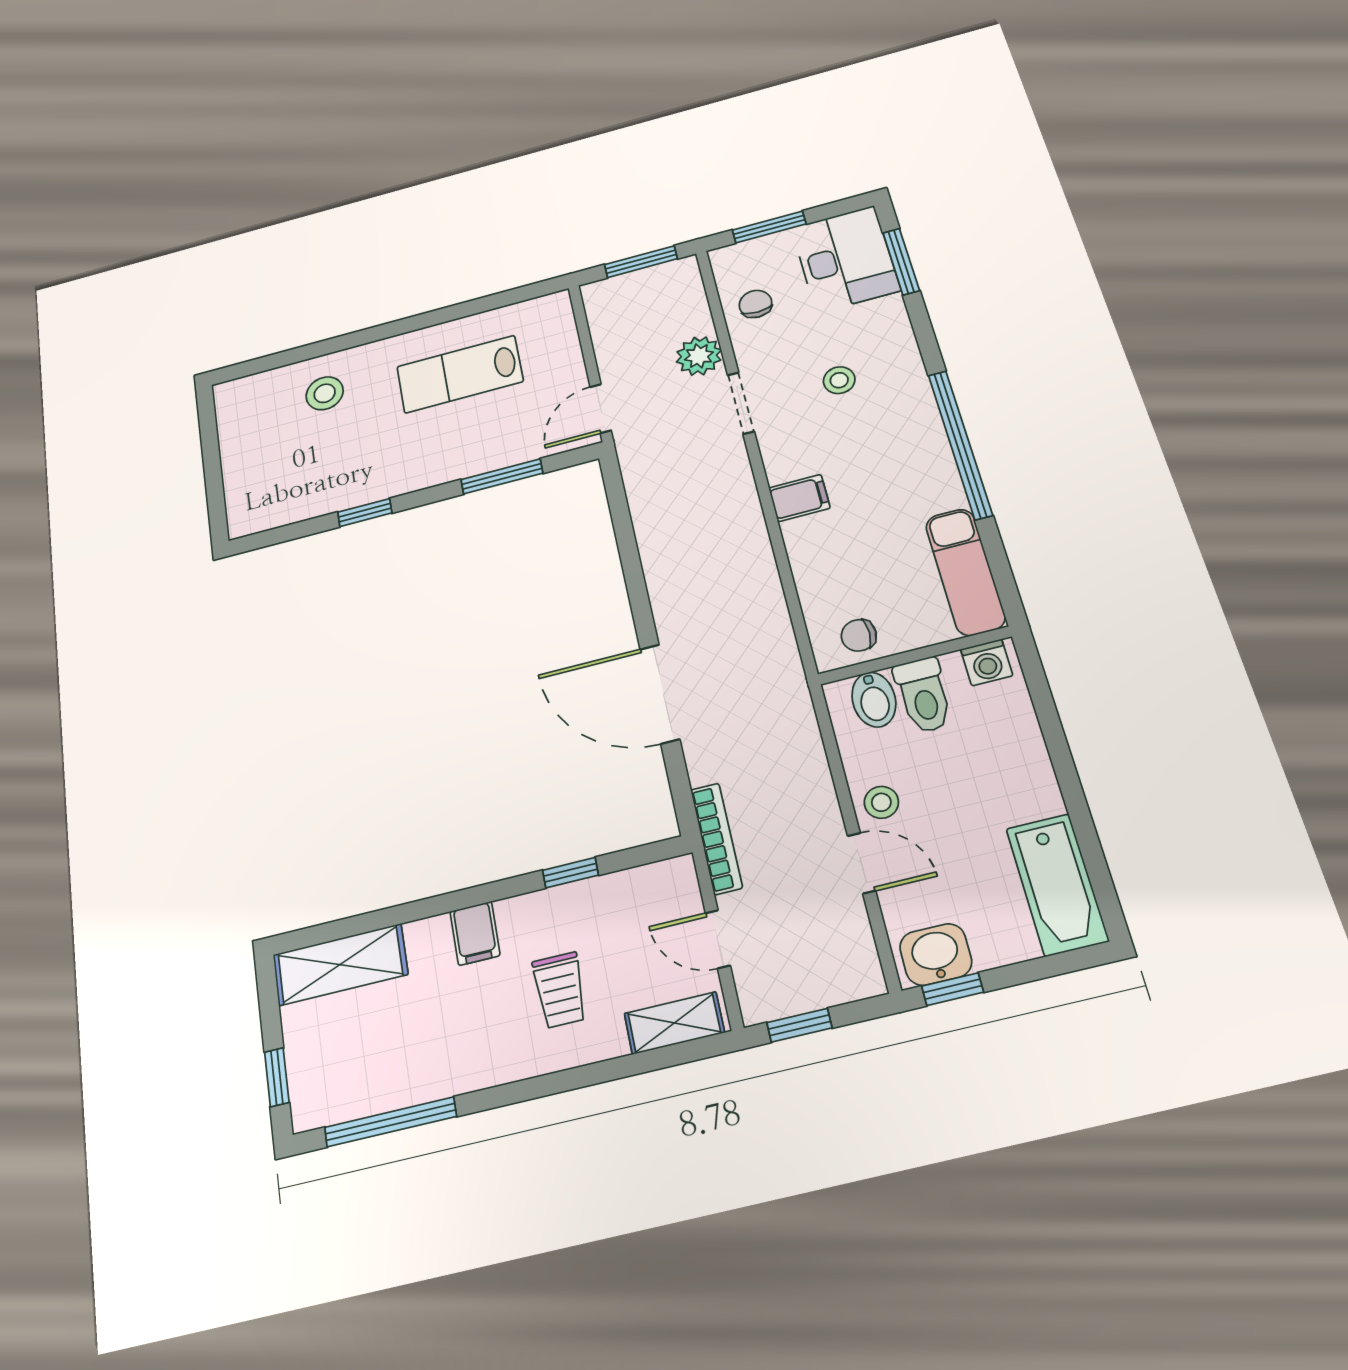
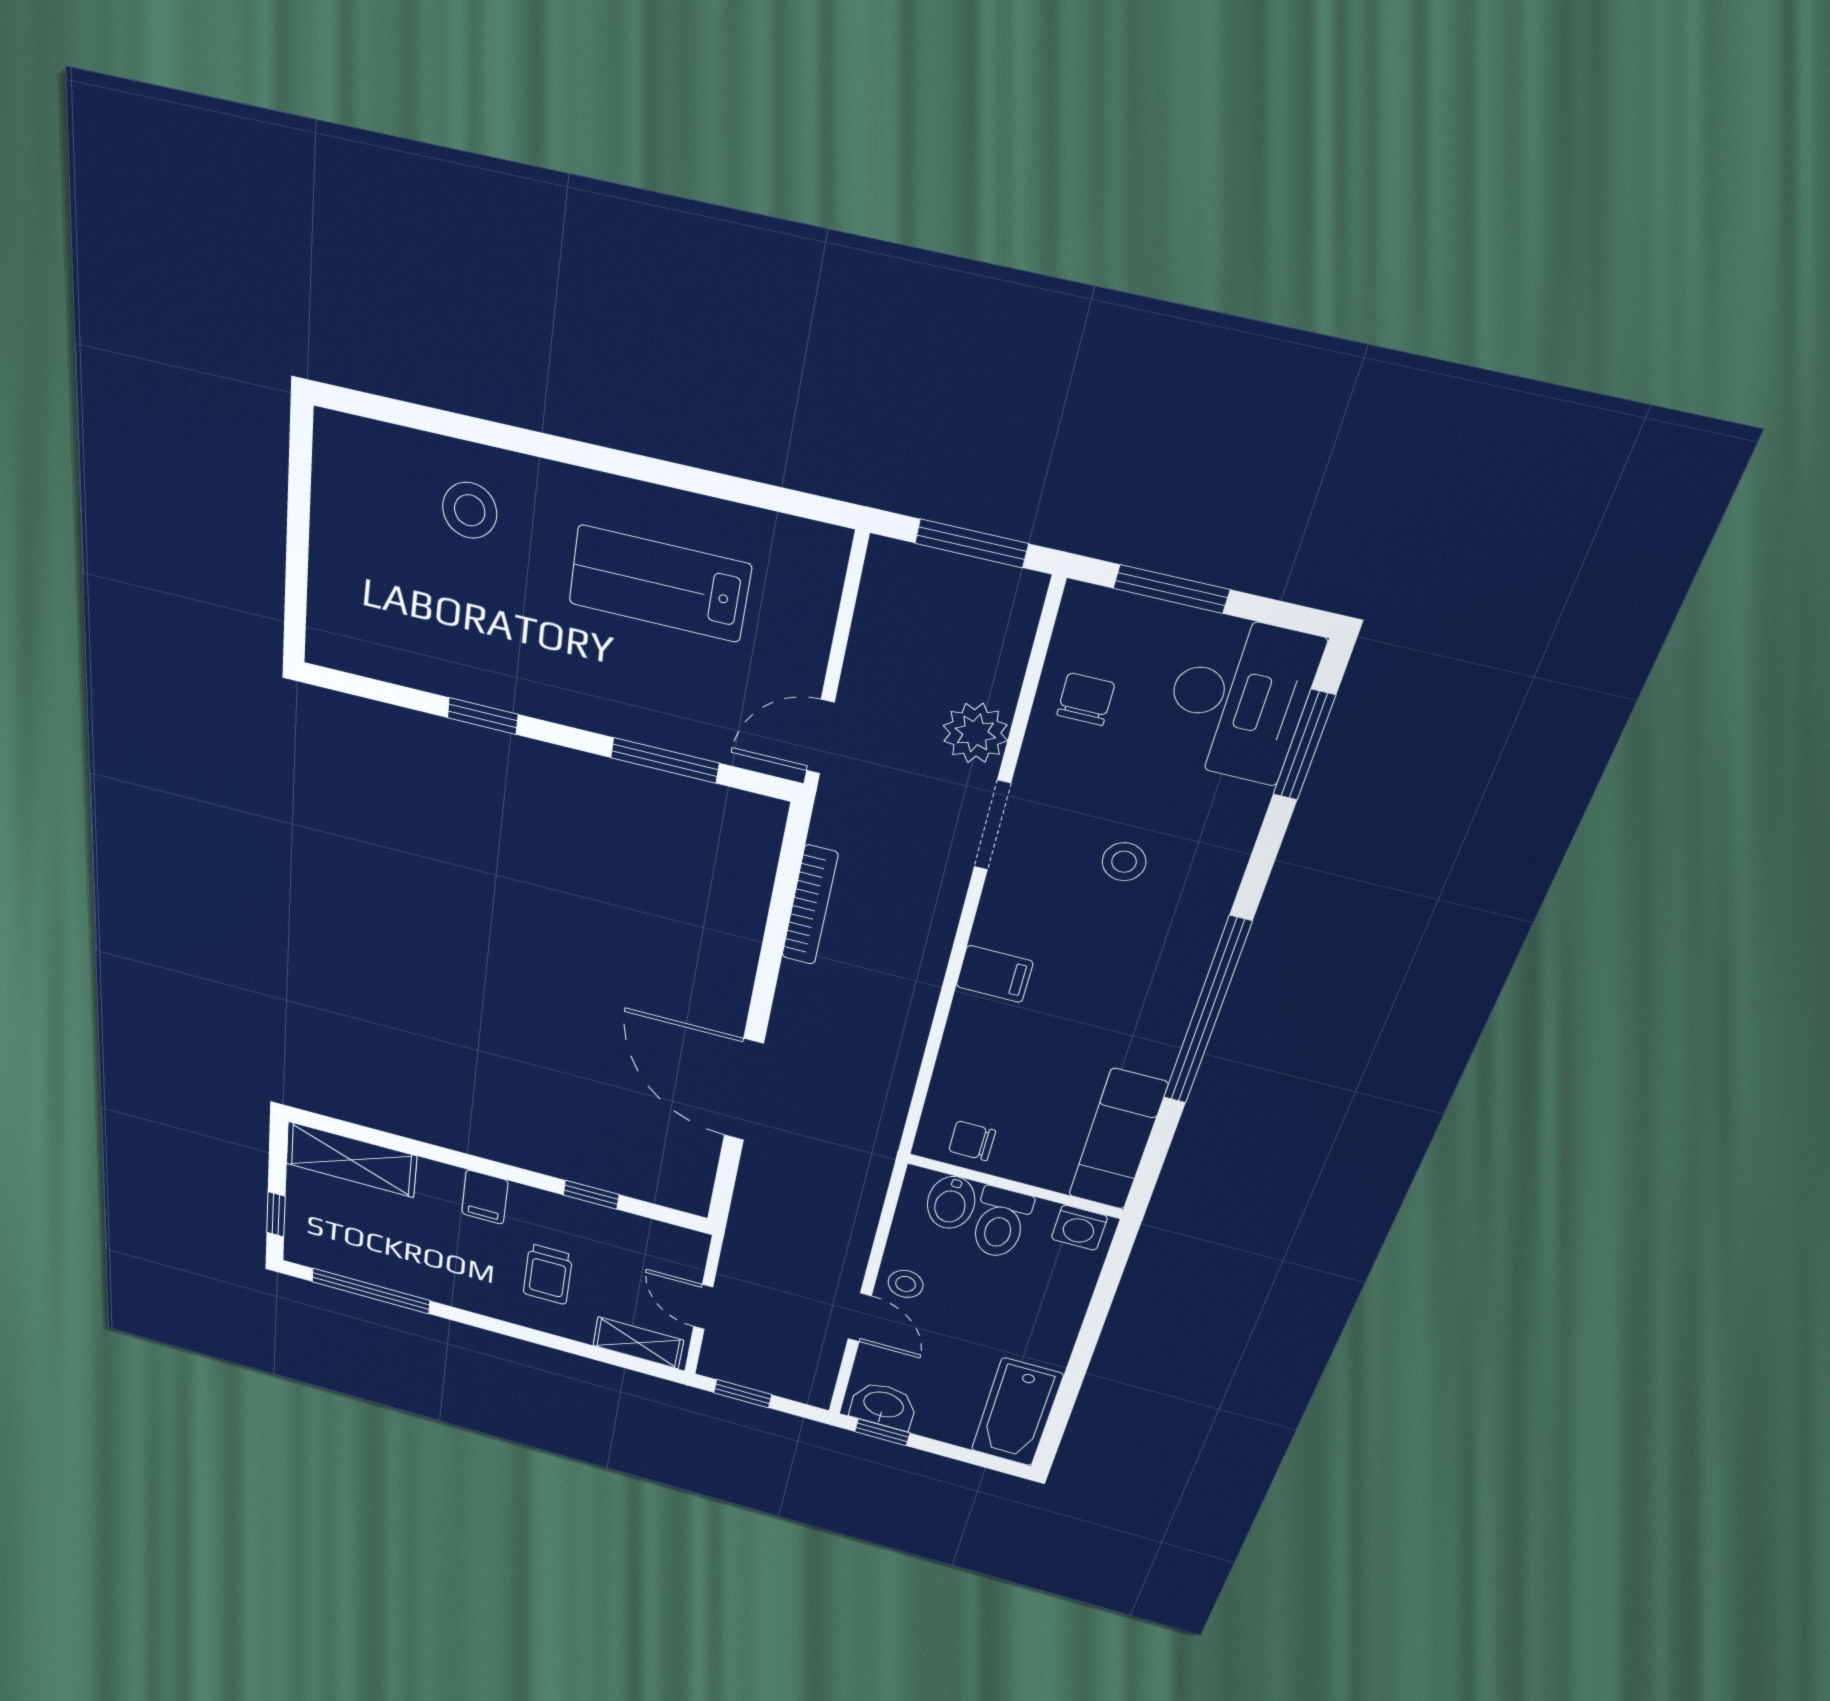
bookcase: (716, 838) -> (810, 905), moved

